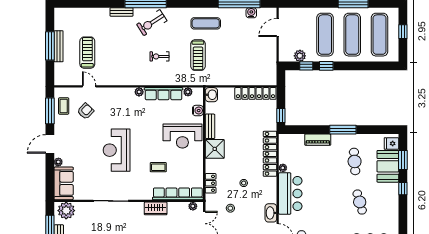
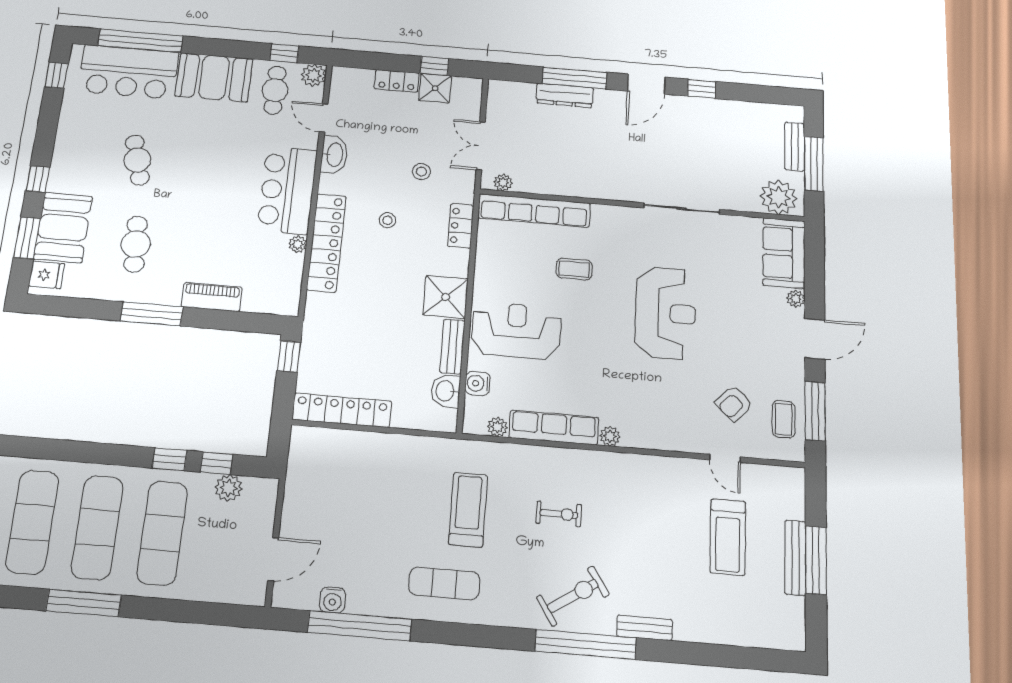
washbasin: (211, 95) -> (446, 391), moved
locker: (270, 154) -> (326, 243), moved
wardrobe: (156, 208) -> (584, 185), removed

